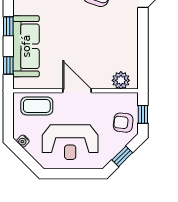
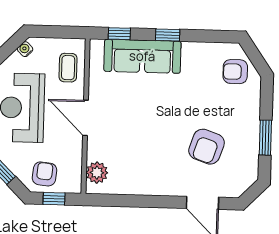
door: (77, 91) -> (86, 118), swing flipped
coffee table: (37, 106) -> (68, 68), width x0.73, depth x0.77

